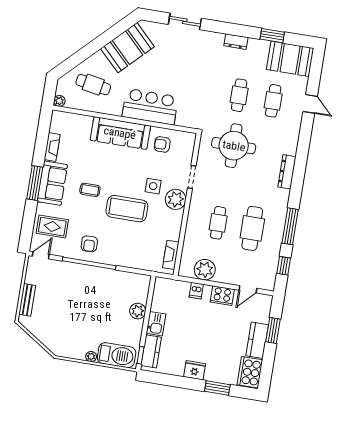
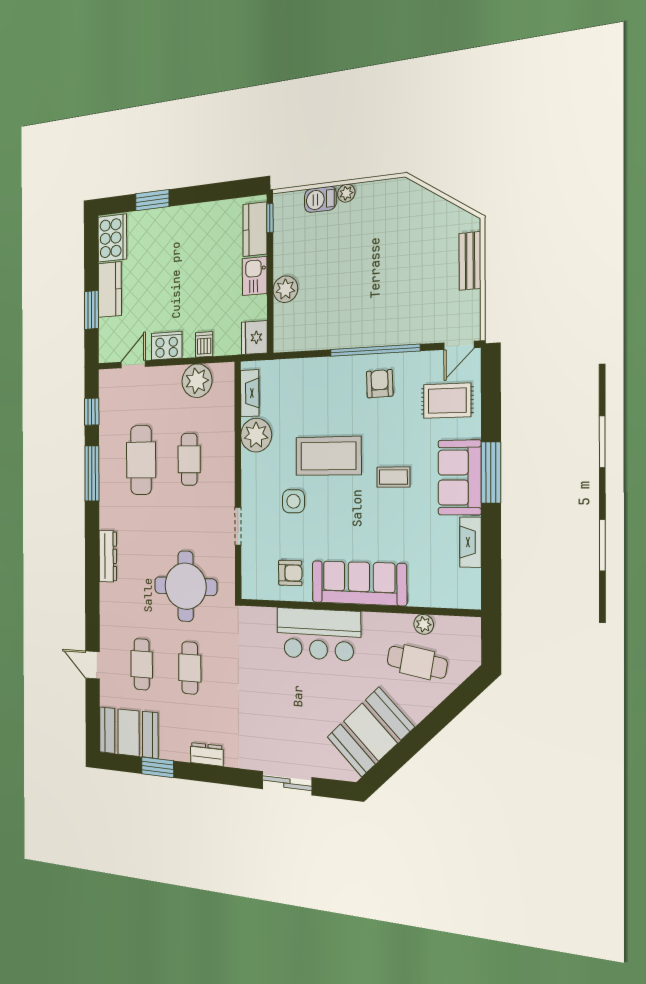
plant: (59, 101) -> (424, 624), moved
plant: (176, 199) -> (256, 435), moved
barbecue: (117, 355) -> (320, 199), width x0.53, depth x0.65
fridge: (195, 370) -> (254, 338), moved, turned 90

